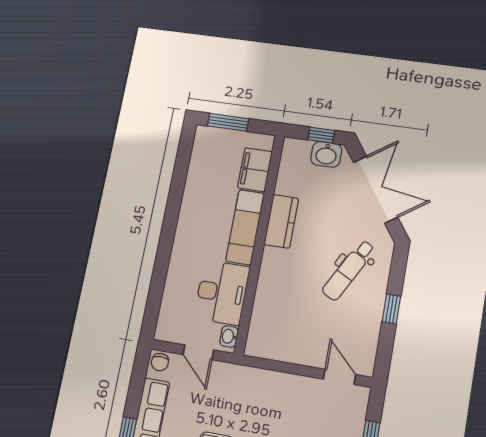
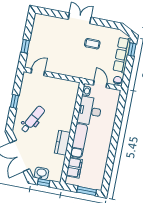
door: (339, 377) -> (38, 72), swing flipped

